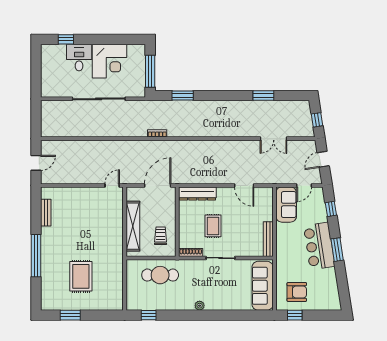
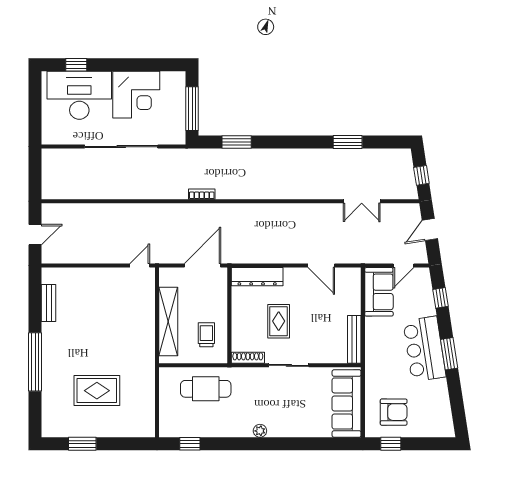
desk: (79, 58) -> (79, 95), width x1.87, depth x1.30
rug: (81, 276) -> (97, 391), turned 90

